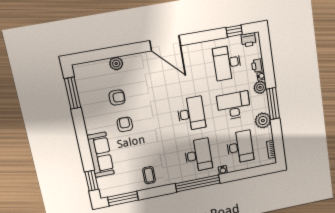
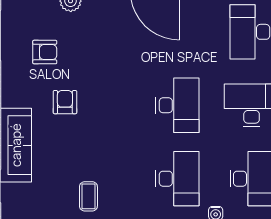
armchair: (117, 97) -> (45, 52), moved

